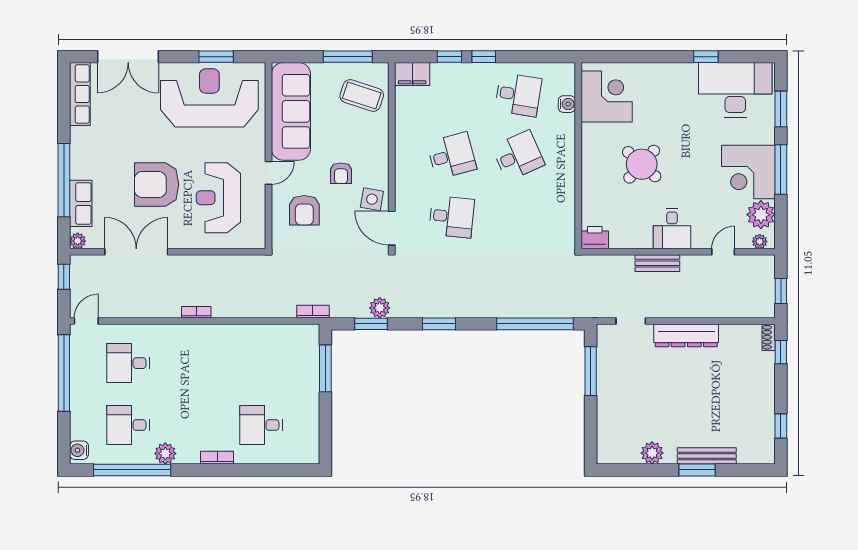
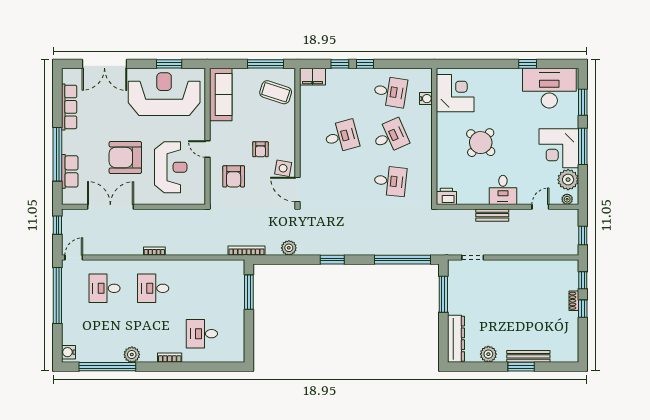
row of seats: (80, 94) -> (69, 107), moved
sofa: (291, 111) -> (221, 94), width x0.74, depth x0.79
door: (269, 173) -> (207, 149), swing flipped
reception desk: (218, 198) -> (171, 167), turned 180
desk: (452, 217) -> (390, 181), moved
plant: (78, 241) -> (68, 199), removed
bookcase: (313, 312) -> (247, 251), width x1.56
window: (371, 324) -> (282, 260), removed
dresser: (686, 335) -> (456, 339), moved, turned -90
shoe rack: (769, 337) -> (574, 301), moved
desk: (128, 425) -> (153, 288), moved
window: (781, 426) -> (583, 309), moved

